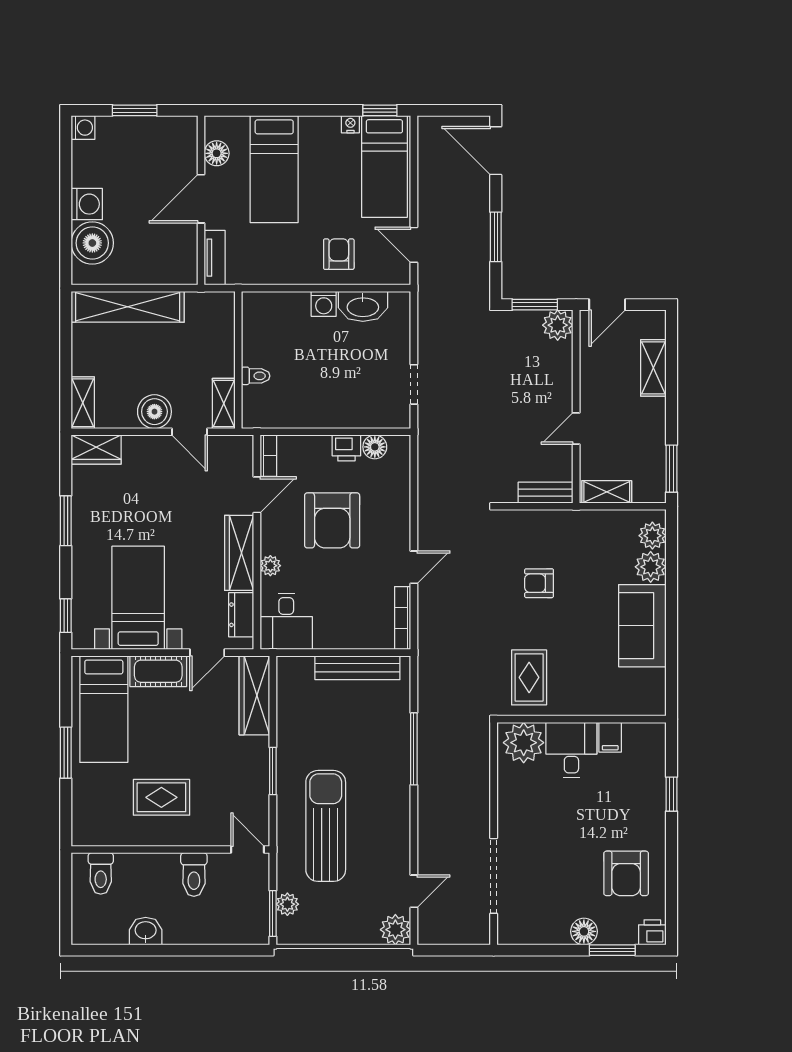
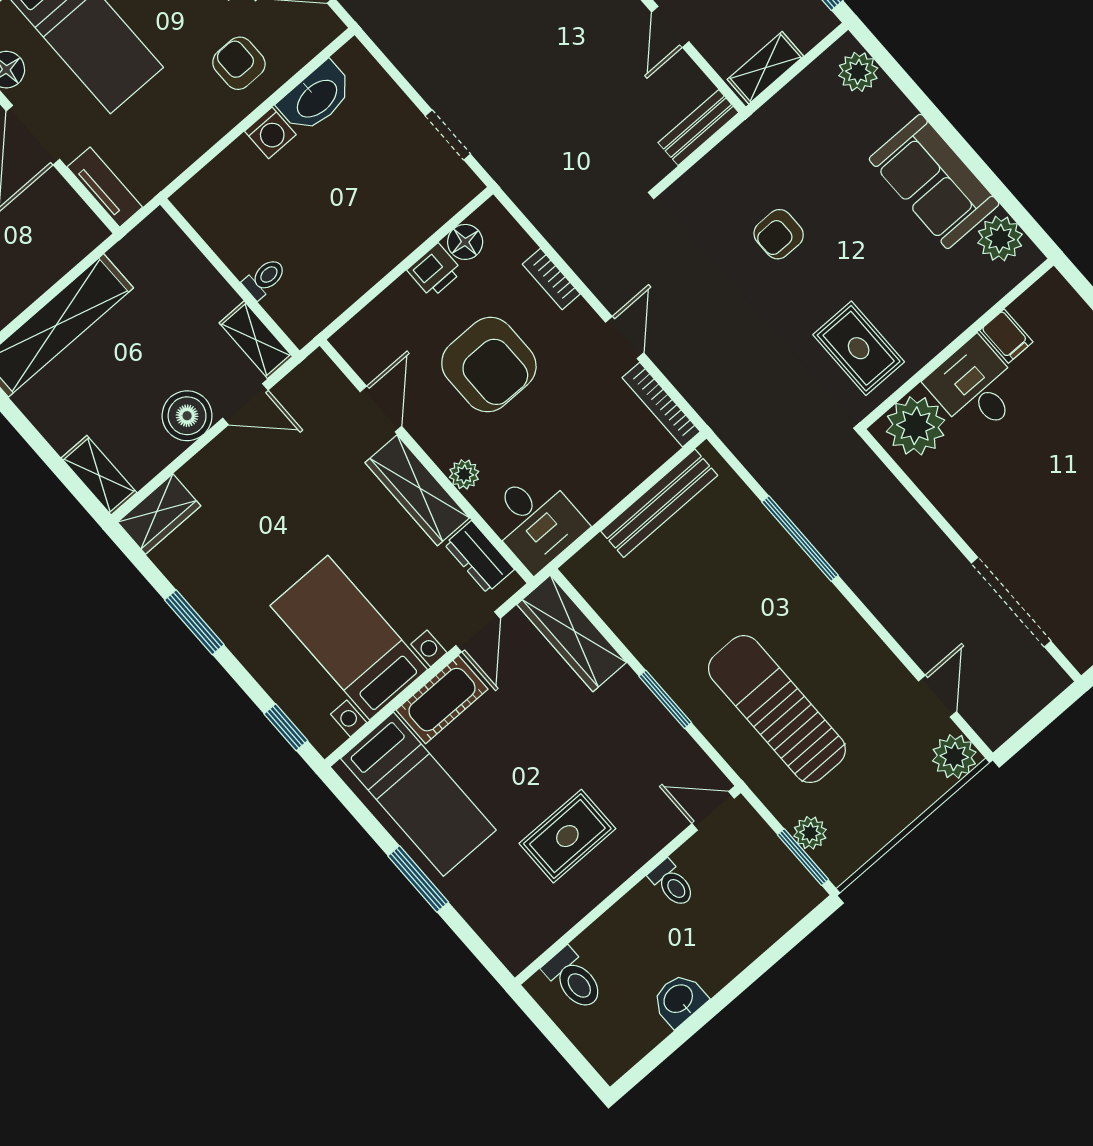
bookcase: (268, 456) -> (551, 279), moved, turned 180
plant: (651, 567) -> (1000, 239), moved
toilet: (194, 875) -> (672, 884), width x0.73, depth x0.72

